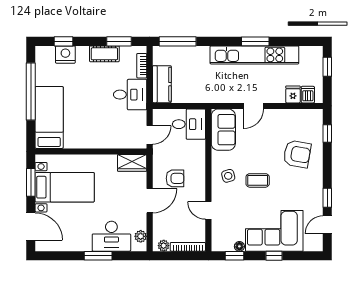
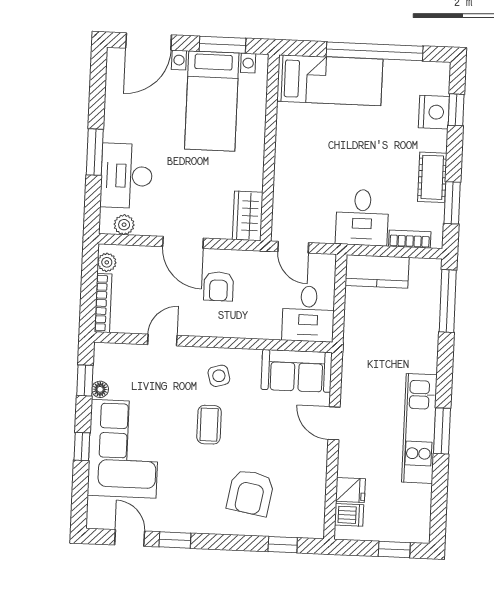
kitchen unit: (254, 55) -> (419, 428), width x0.73

